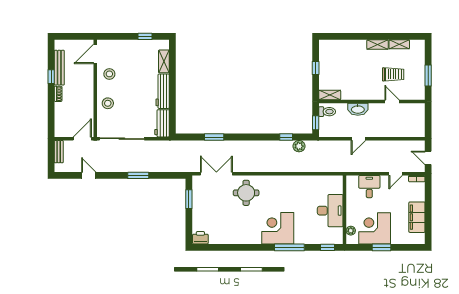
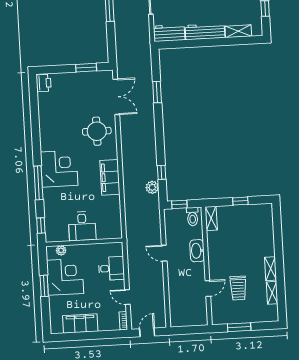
filing cabinet: (288, 183) -> (110, 177), added
desk: (330, 211) -> (82, 226), width x0.73

